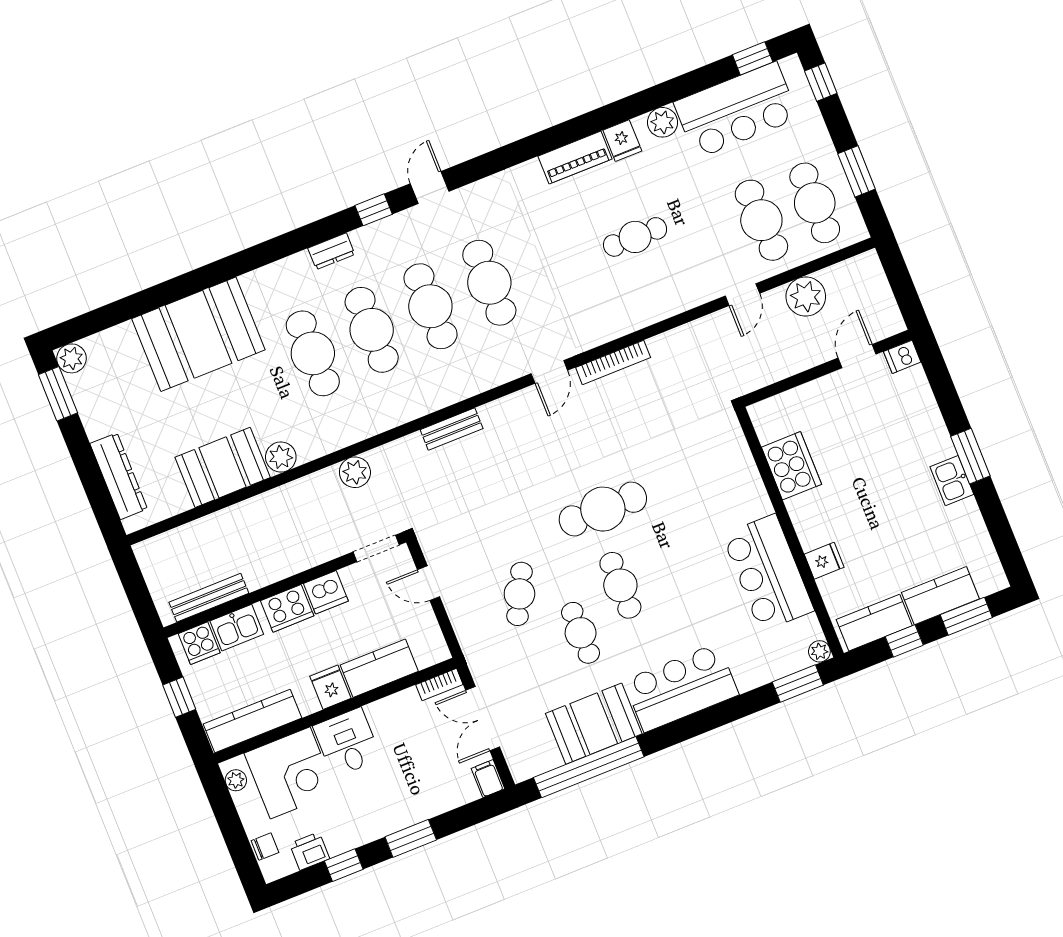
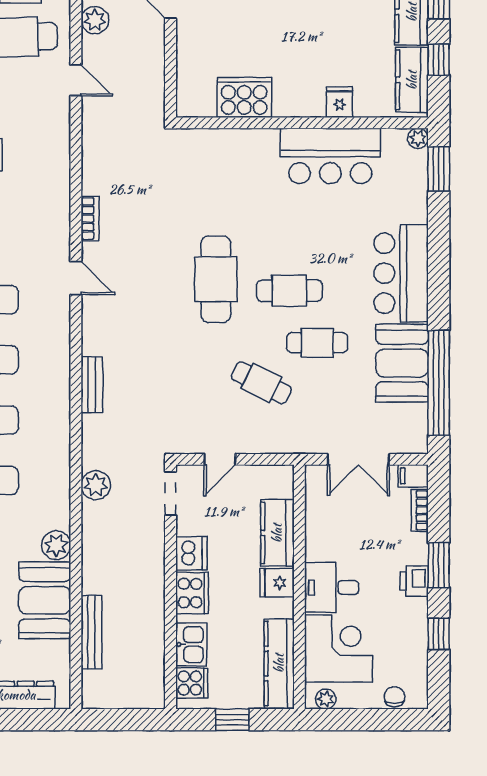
plant: (806, 297) -> (95, 20), width x0.73, depth x0.73
bookcase: (613, 362) -> (90, 219), width x0.64
bench: (209, 598) -> (91, 632), moved
bookcase: (439, 685) -> (420, 510), moved, turned 180
printer: (310, 851) -> (414, 581), moved

